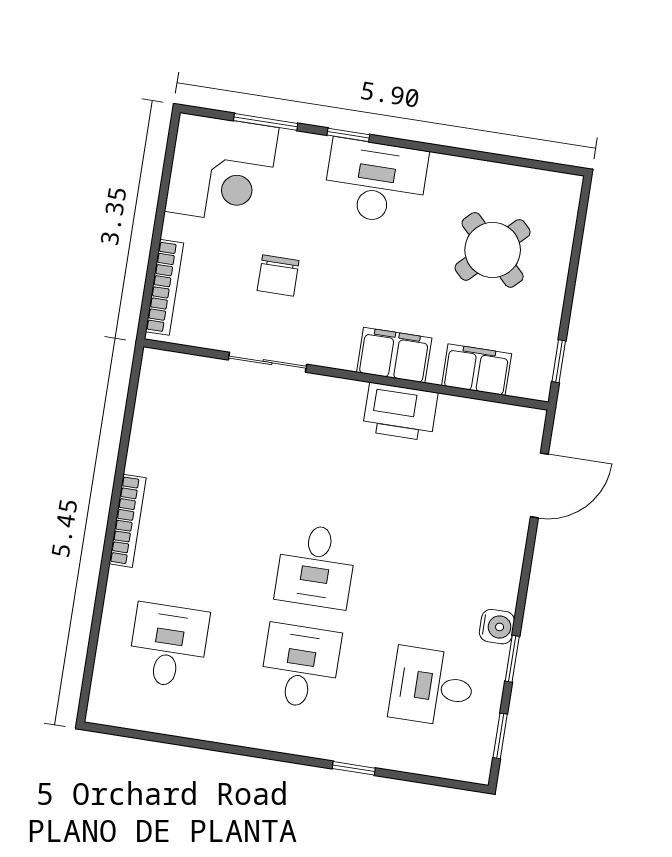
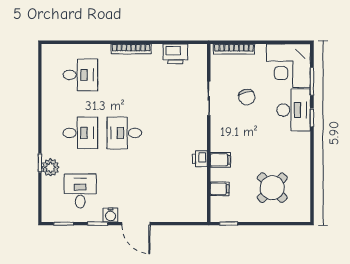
desk: (376, 182) -> (294, 110), moved
chair: (278, 275) -> (247, 97), turned -105
filing cabinet: (394, 355) -> (220, 160), width x0.50
filing cabinet: (477, 370) -> (220, 189), width x0.50
printer: (400, 412) -> (200, 159), width x0.53, depth x0.68
printer: (155, 422) -> (175, 54), added
door: (539, 485) -> (136, 224), moved
plant: (368, 746) -> (50, 167), added

